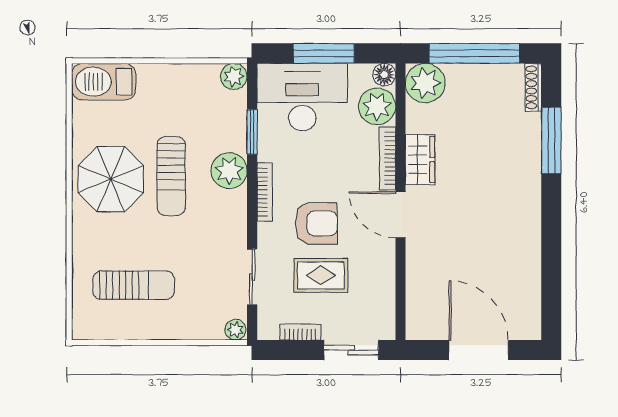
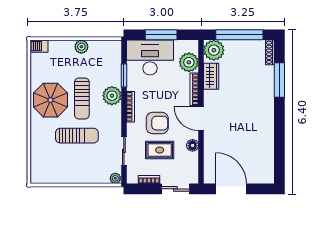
floor lamp: (384, 75) -> (193, 145), moved
plant: (234, 76) -> (81, 47), moved
barbecue: (104, 82) -> (39, 46), width x0.53, depth x0.65
wardrobe: (420, 160) -> (211, 76), moved
sun lounger: (134, 285) -> (77, 136), moved
door: (479, 350) -> (231, 189), moved

